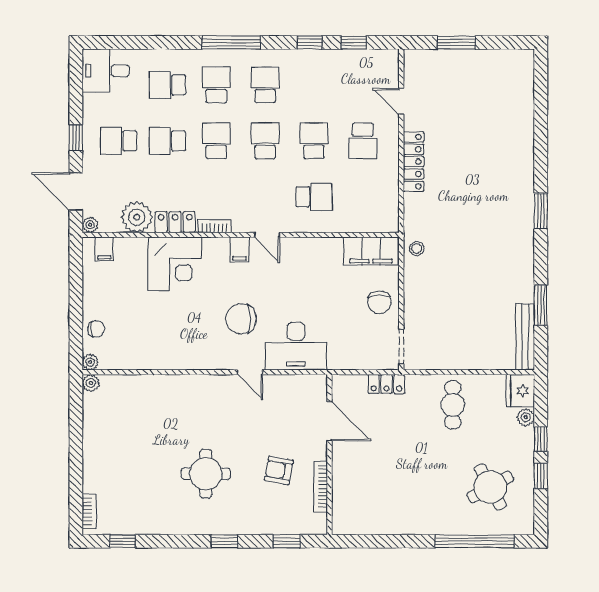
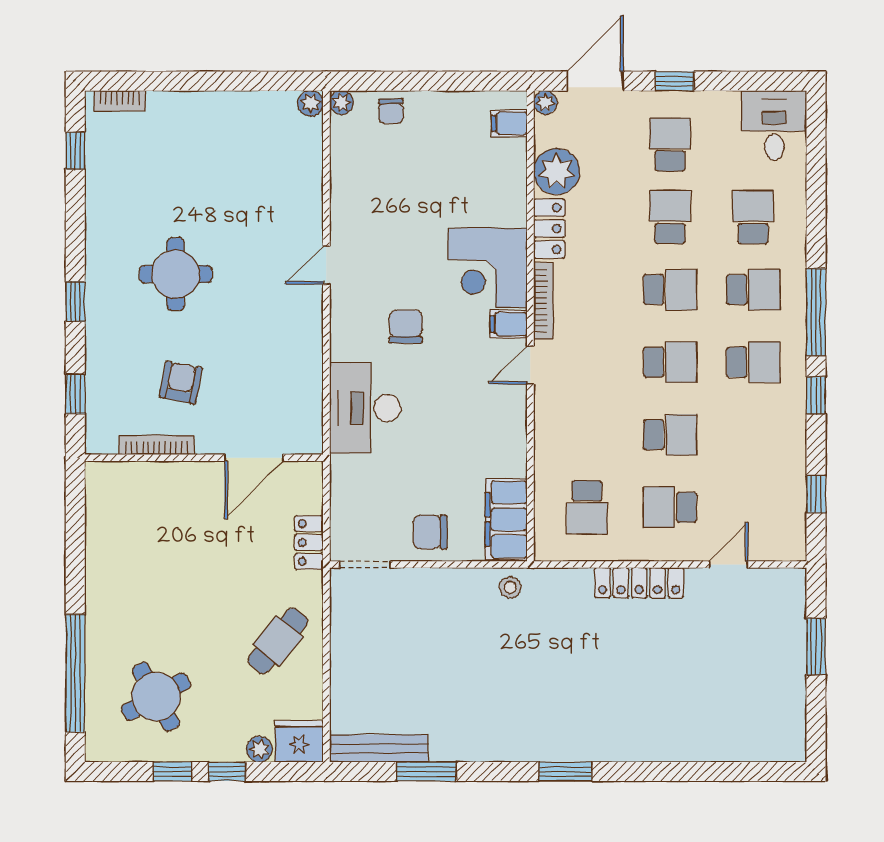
window: (310, 43) -> (816, 395), moved
school desk: (314, 197) -> (587, 507), moved
bookcase: (214, 226) -> (543, 301), width x1.56
corner desk: (175, 264) -> (488, 268), moved
chair: (241, 319) -> (406, 327), width x0.73, depth x0.73
door: (250, 372) -> (326, 265), moved
cafe table: (453, 405) -> (278, 641), turned -50

